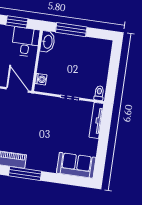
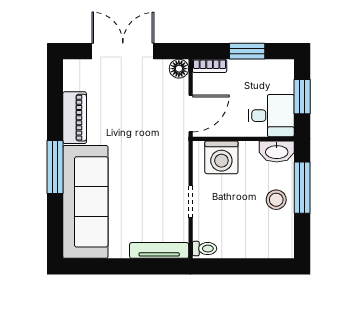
stool: (76, 46) -> (276, 200), added
washing machine: (41, 79) -> (221, 157), width x1.89, depth x1.89
sofa: (76, 165) -> (85, 202), width x1.85, depth x1.27
window: (25, 174) -> (55, 167), moved

